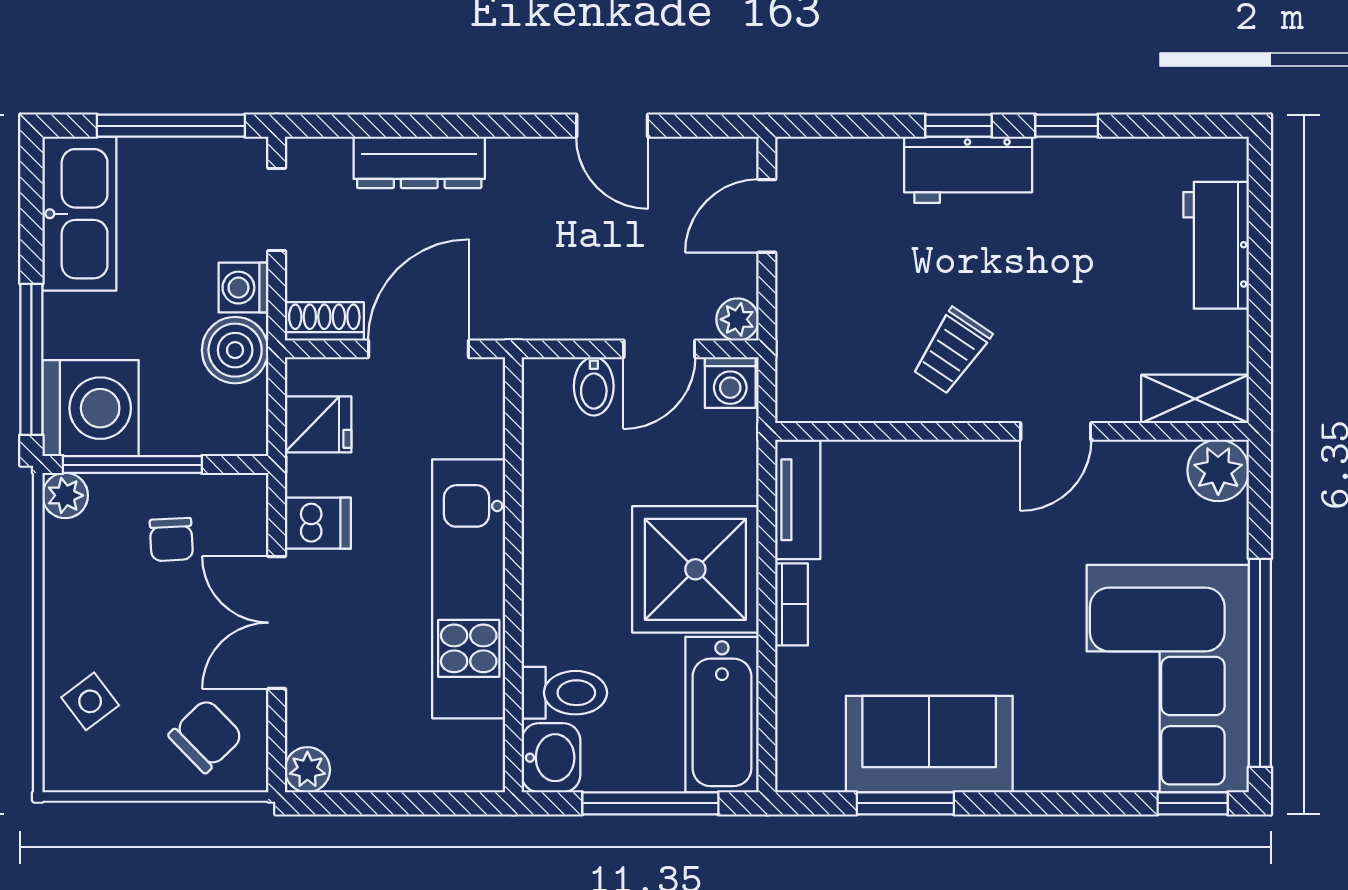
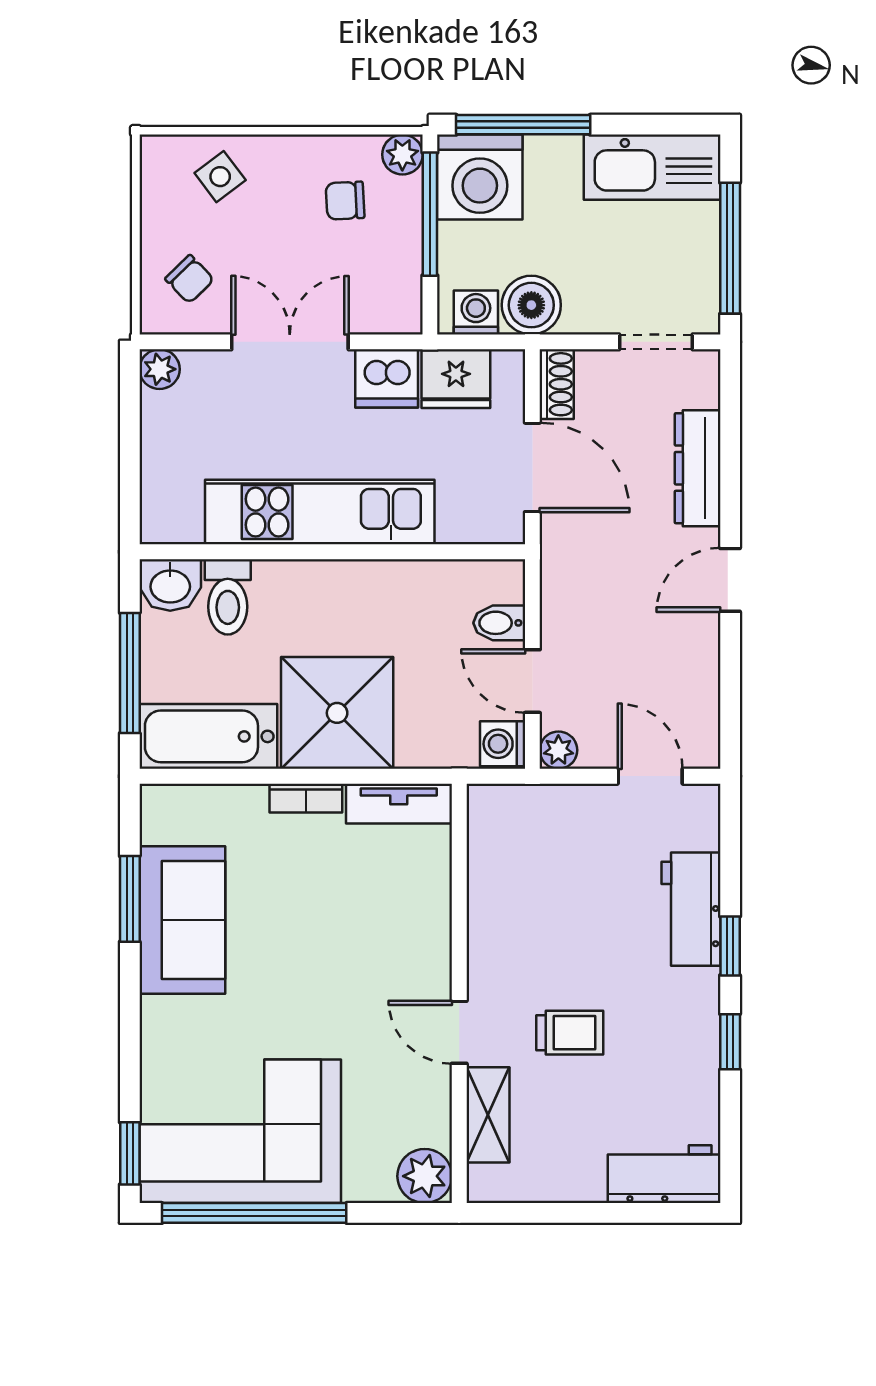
door: (612, 126) -> (730, 580), moved
workbench: (968, 170) -> (691, 909), moved
workbench: (1216, 245) -> (664, 1174), moved
washing machine: (243, 288) -> (476, 312), moved
trolley: (952, 351) -> (570, 1033), moved, turned 146
shelving: (1195, 399) -> (488, 1115), moved
fridge: (318, 424) -> (456, 379), width x1.38
dishwasher: (318, 523) -> (387, 378), width x1.38
chair: (171, 539) -> (345, 201), moved
chair: (206, 736) -> (190, 279), width x0.73, depth x0.73

